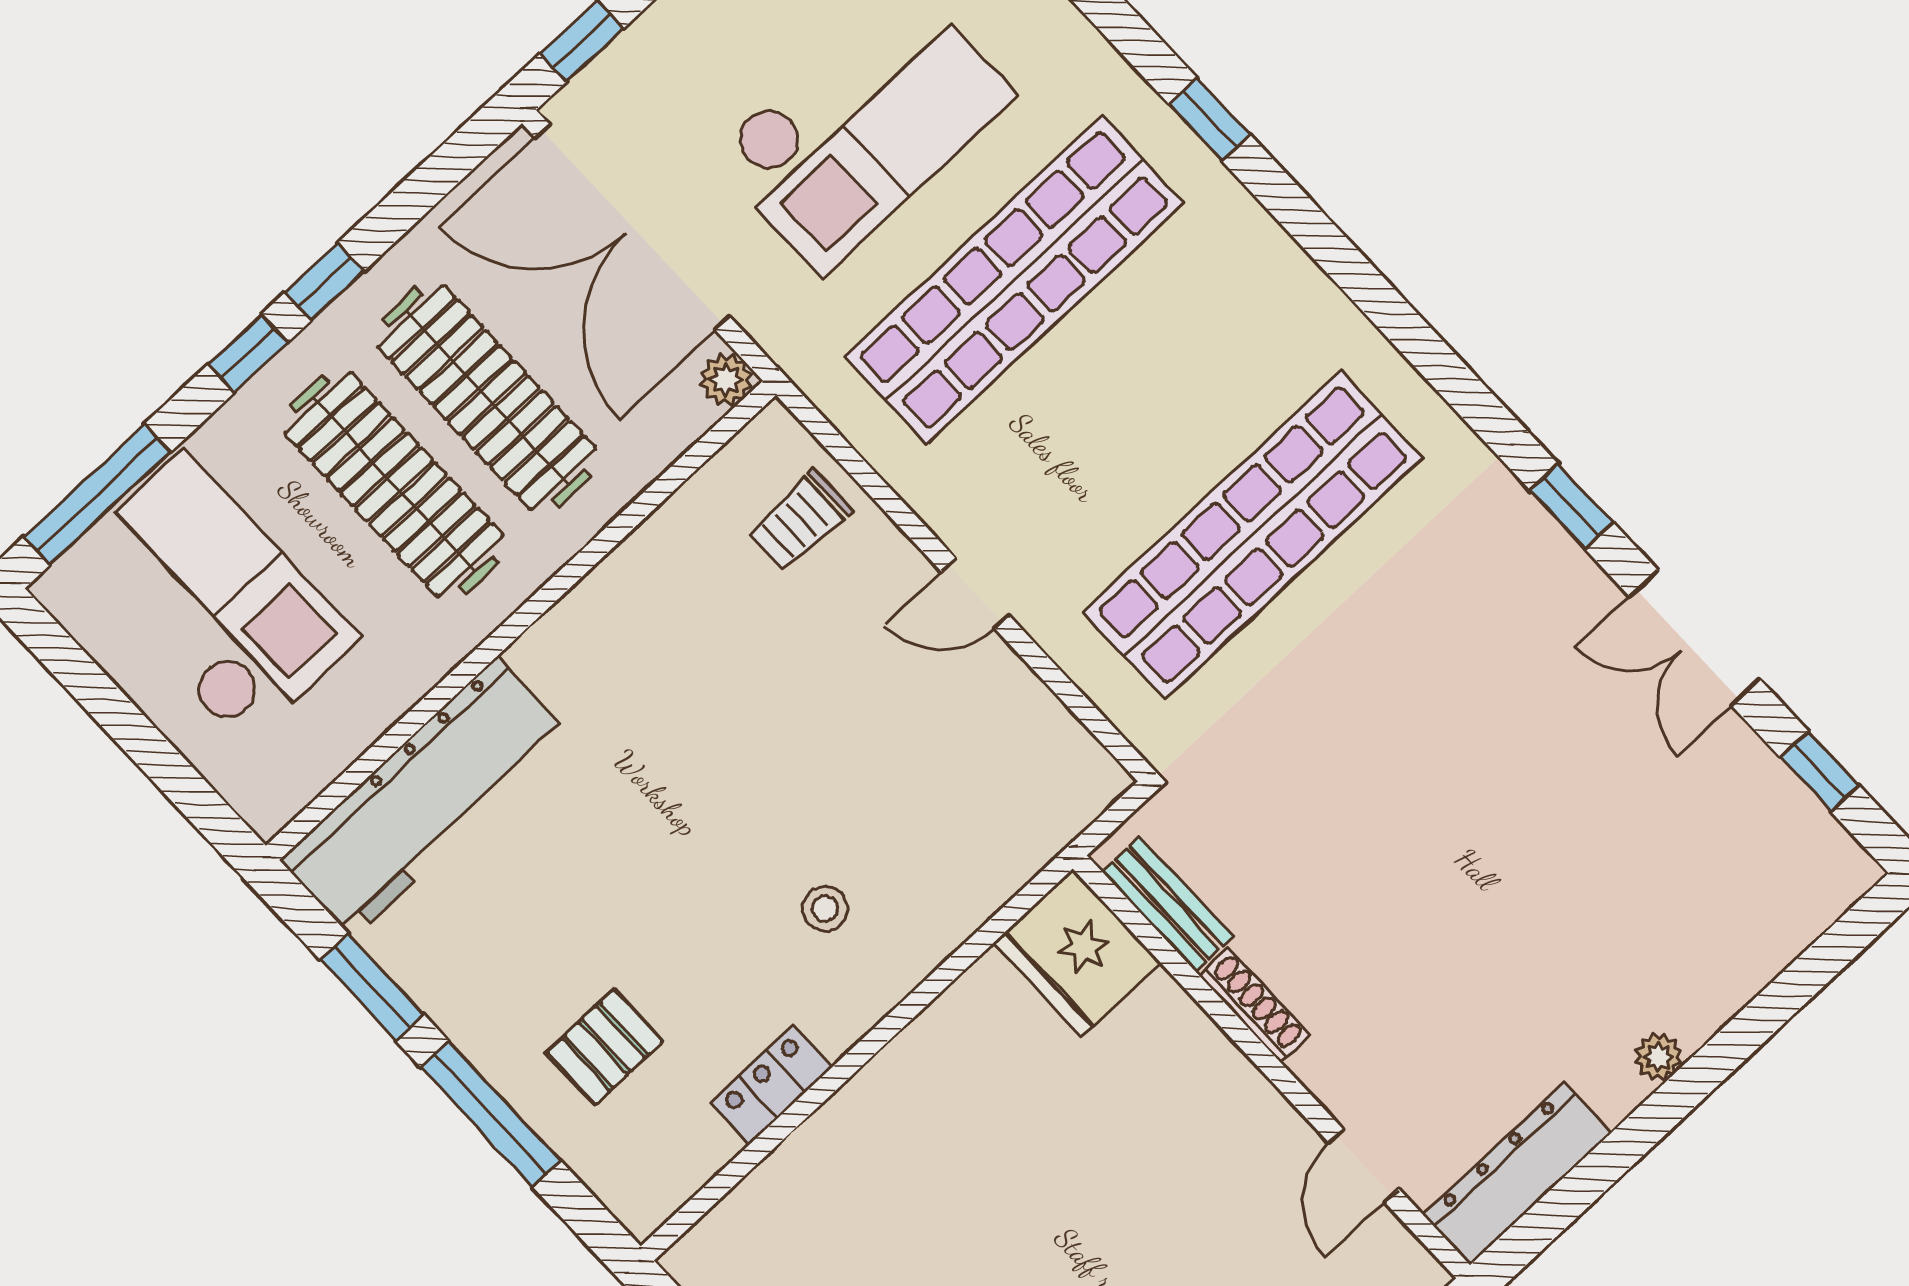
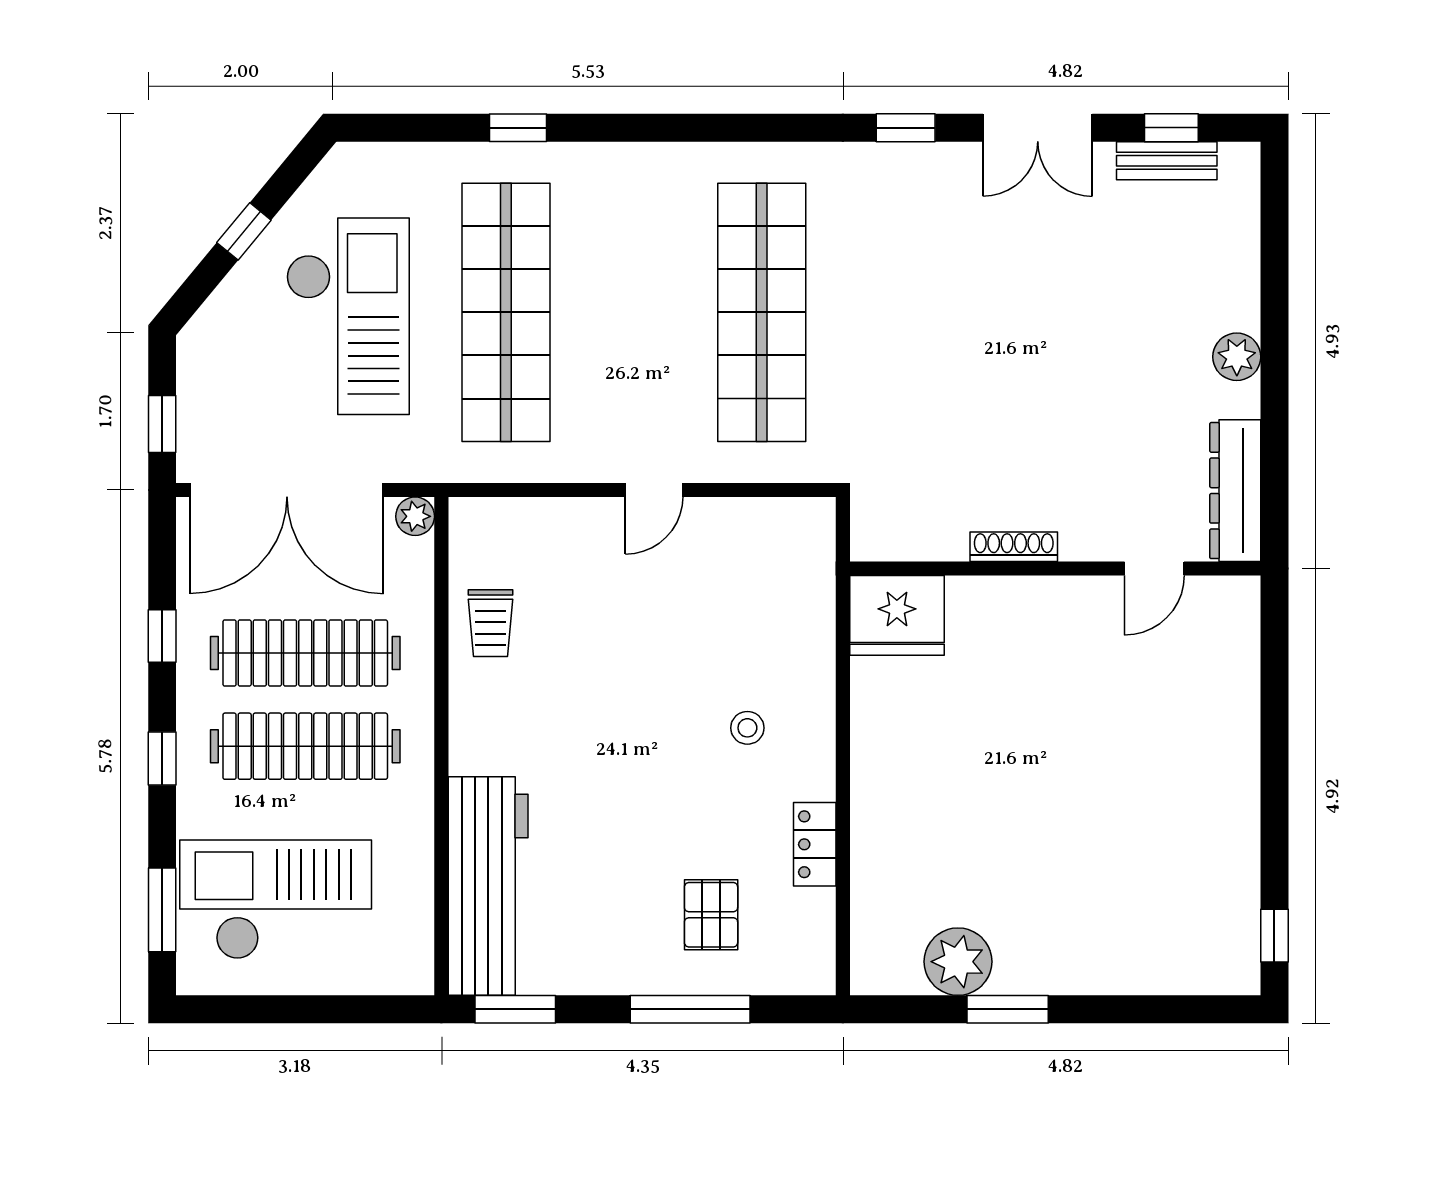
window: (325, 282) -> (162, 636), moved
window: (97, 495) -> (162, 910), width x0.69
trolley: (800, 521) -> (491, 623), moved
bench: (1168, 904) -> (1167, 161), moved
window: (372, 987) -> (515, 1009), moved
plant: (1658, 1057) -> (1237, 357), width x1.38, depth x1.38
door: (1364, 1166) -> (1154, 569), hinge flipped

